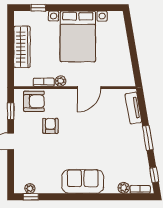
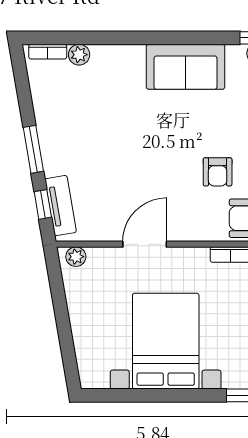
plant: (61, 81) -> (76, 257), moved
window: (154, 175) -> (43, 204), moved
sofa: (83, 181) -> (186, 67), moved

